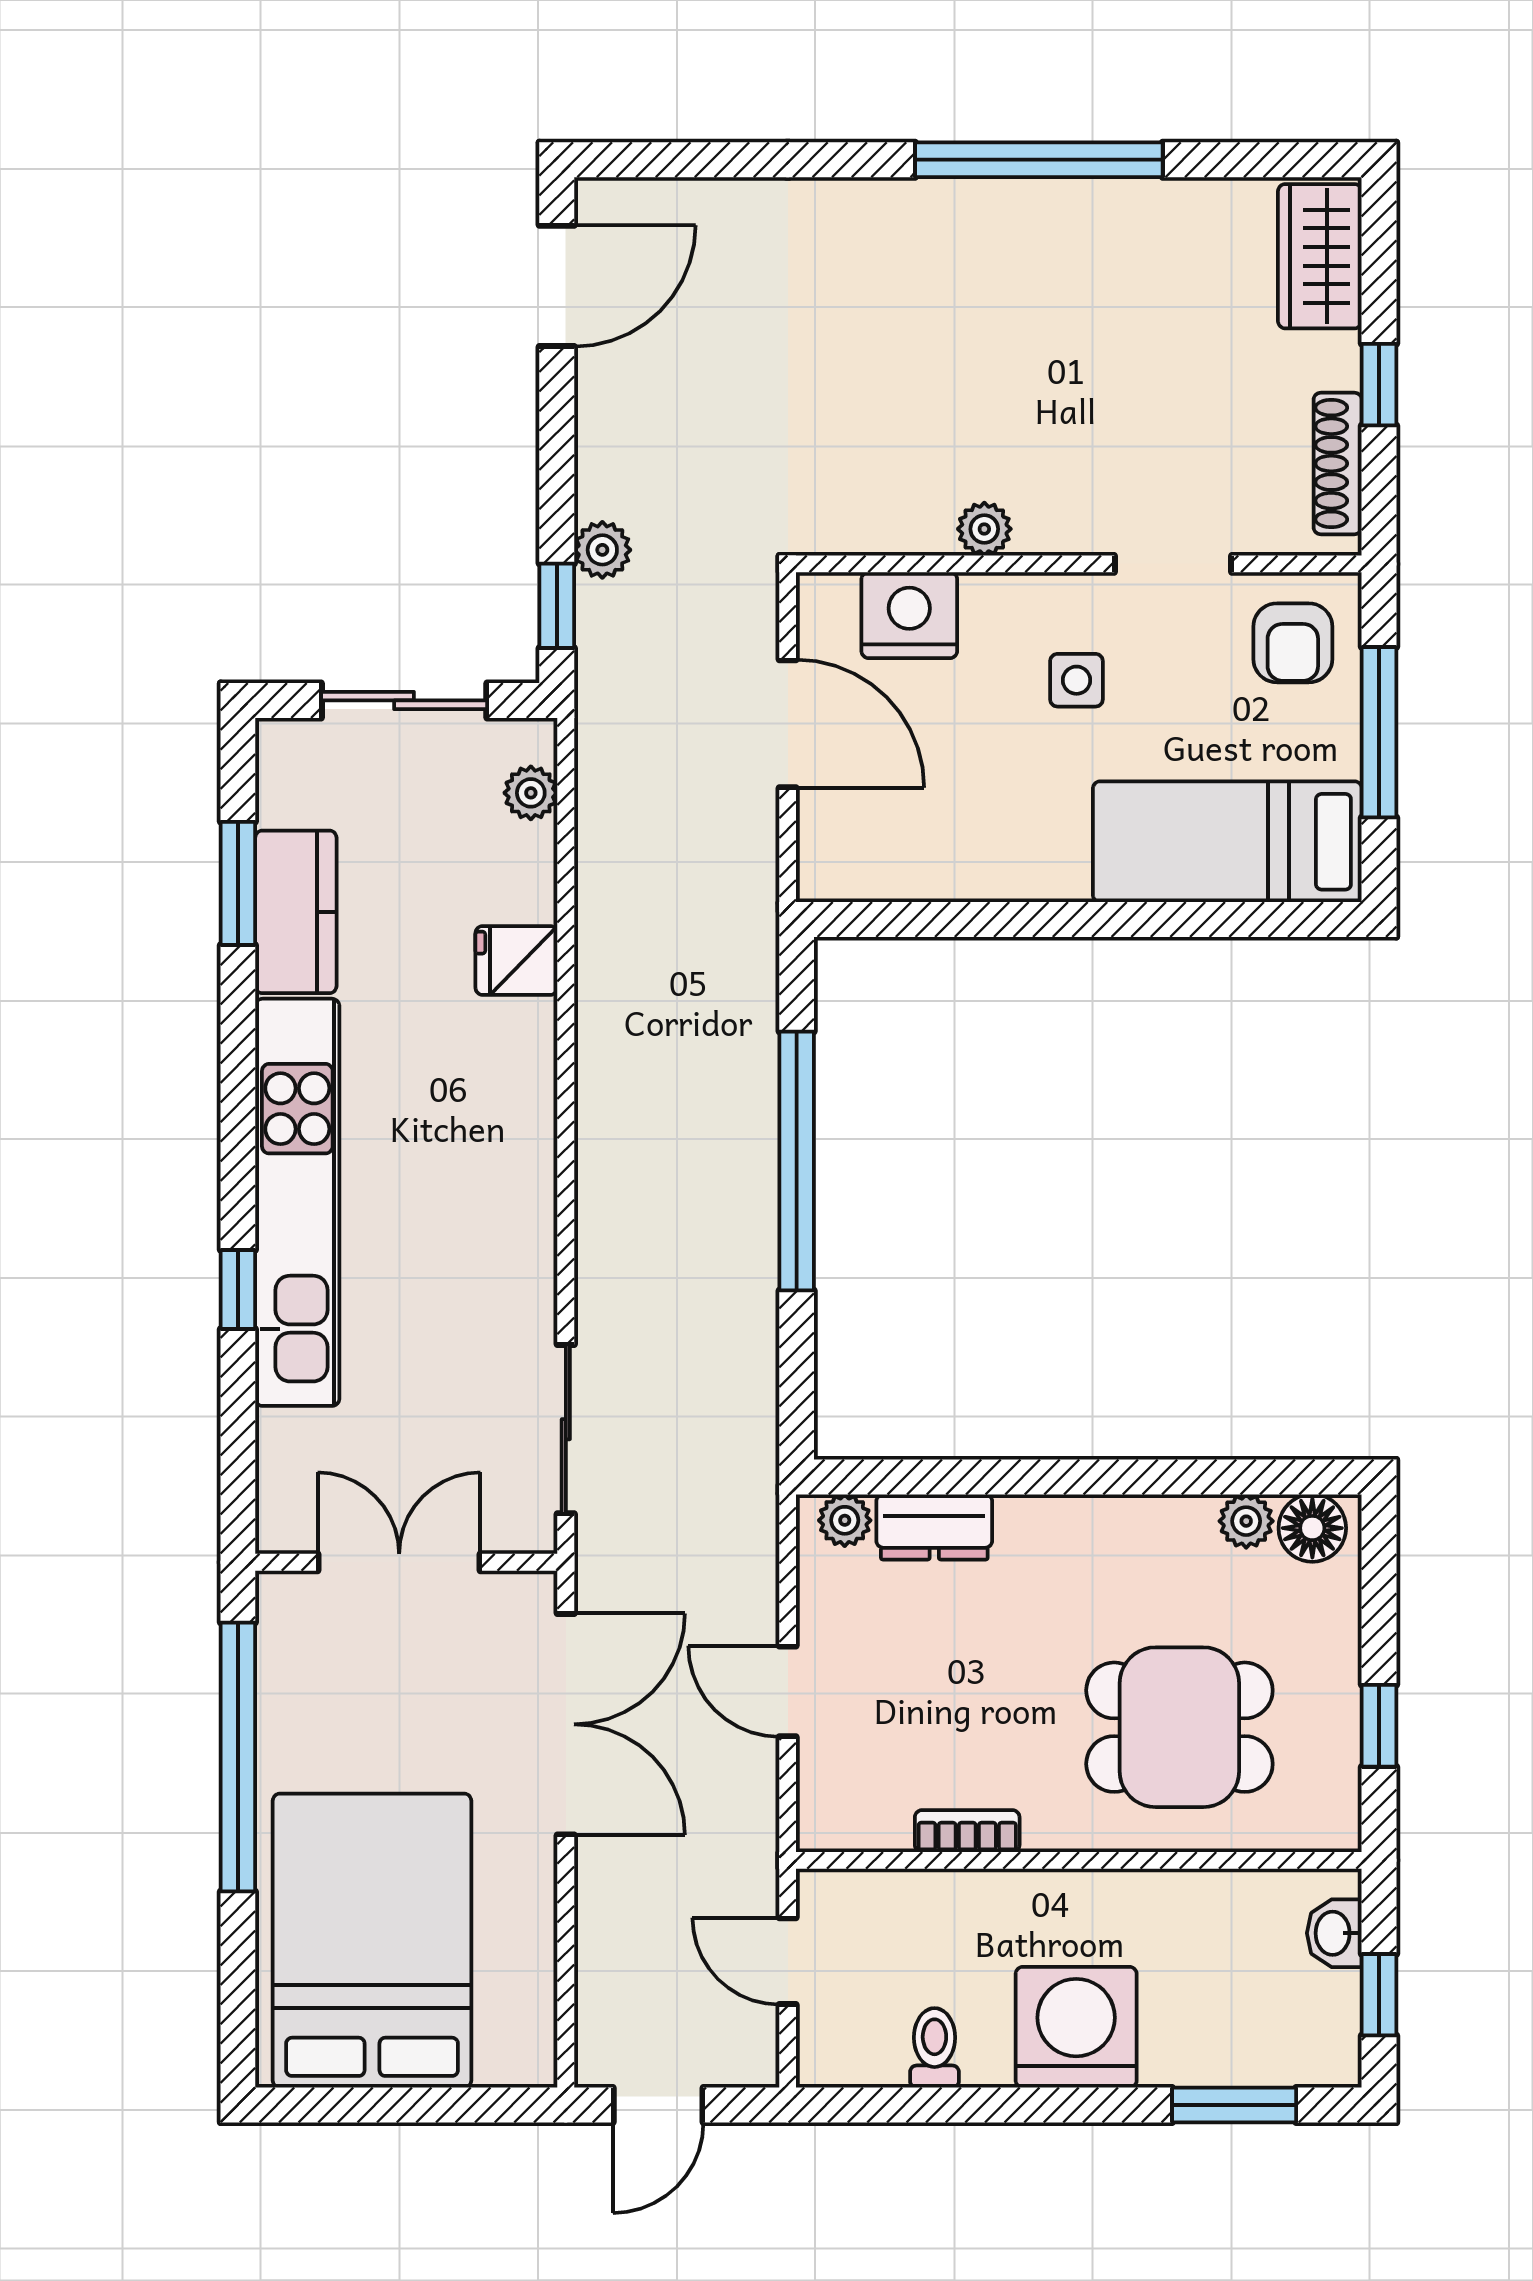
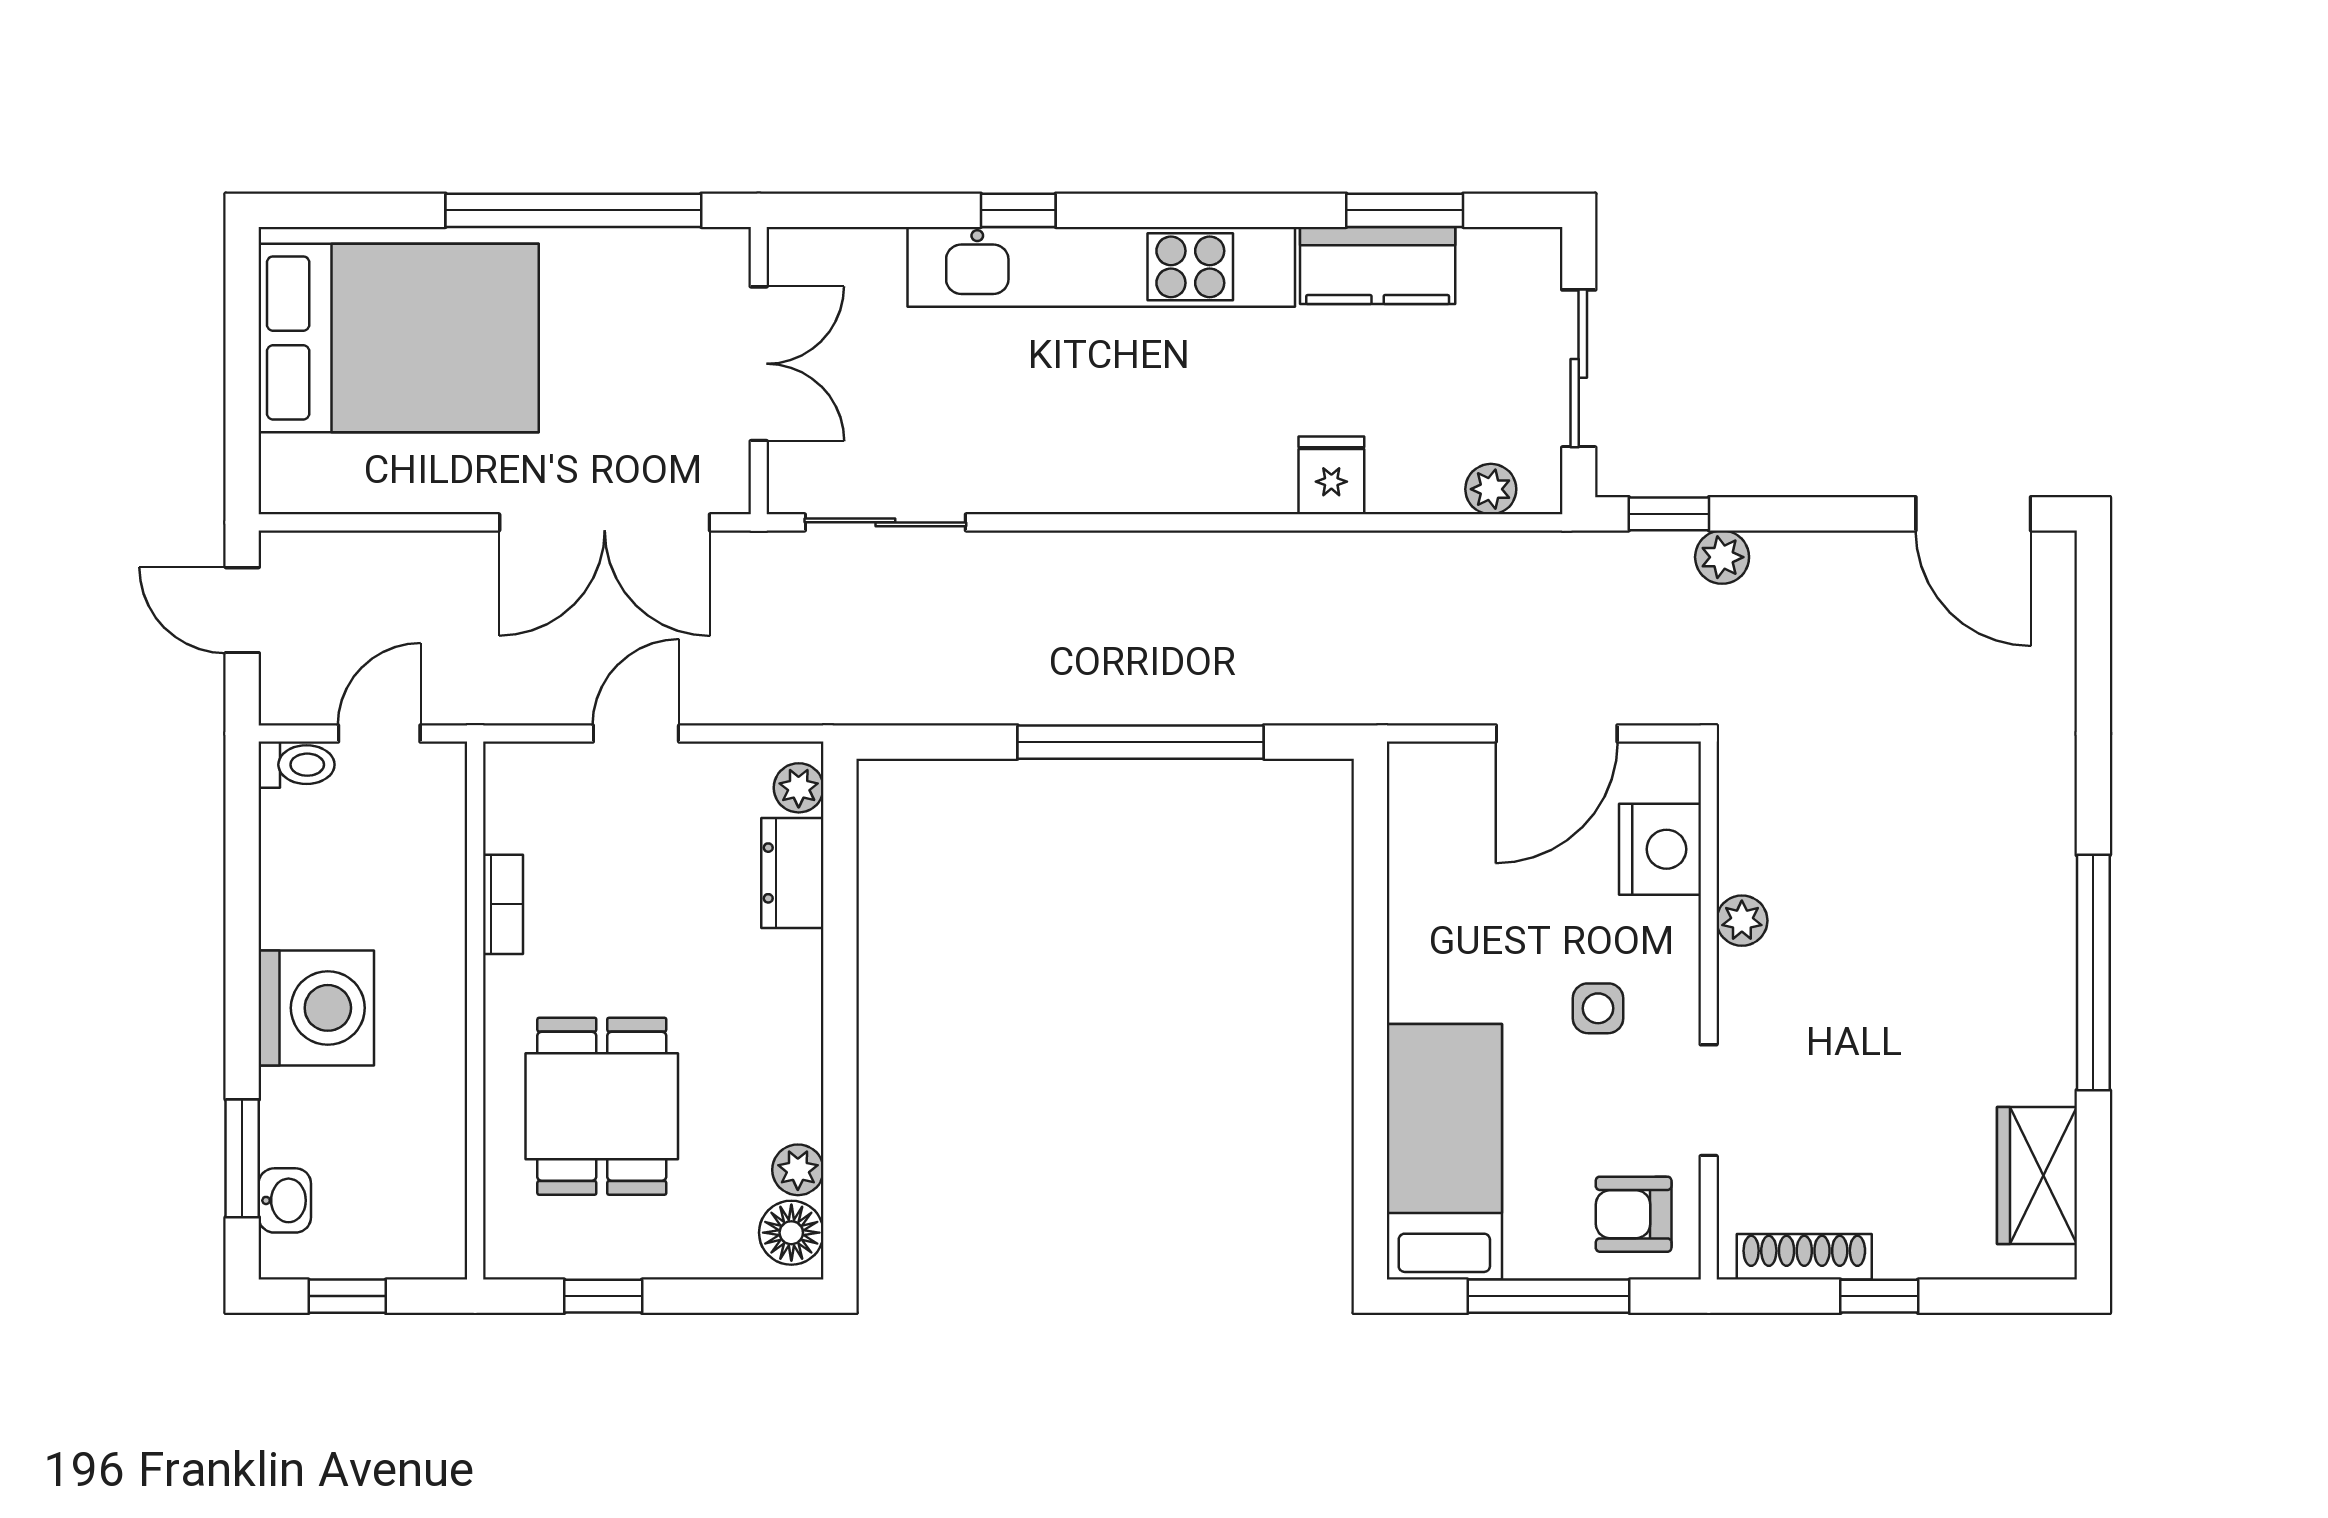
wardrobe: (1320, 256) -> (2037, 1175), moved, turned -90
washbasin: (1334, 1933) -> (285, 1200), moved, turned 90
toilet: (934, 2048) -> (297, 765), moved

